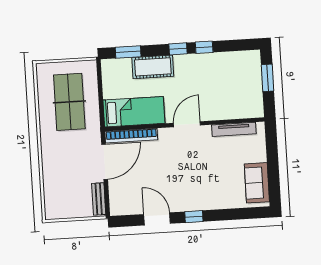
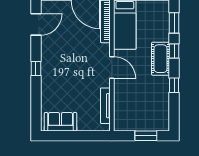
window: (178, 49) -> (174, 51), moved
cot: (153, 67) -> (161, 59), moved
door: (157, 219) -> (36, 24), moved

